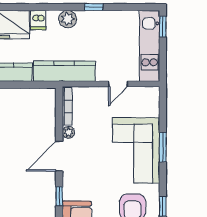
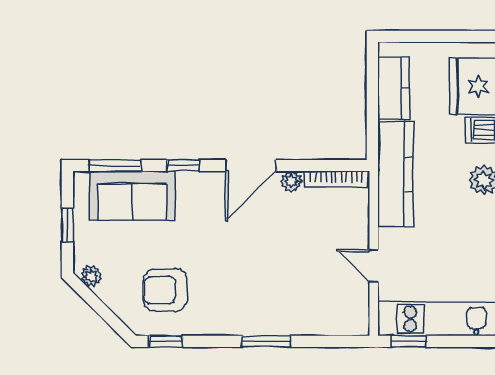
window: (163, 27) -> (409, 341), moved
corner sofa: (136, 150) -> (261, 296), removed
door: (59, 156) -> (251, 165), swing flipped

